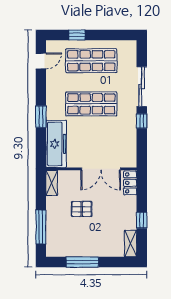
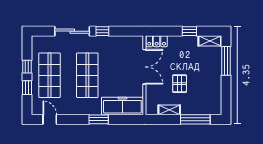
window: (101, 35) -> (27, 67), added
shelving: (52, 183) -> (169, 110), moved
window: (82, 262) -> (226, 61), moved

